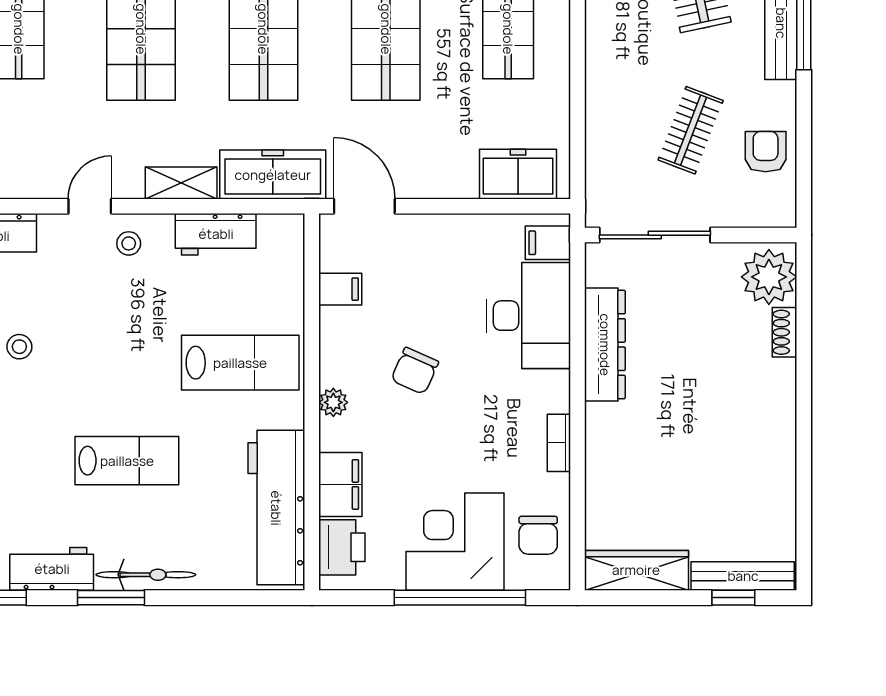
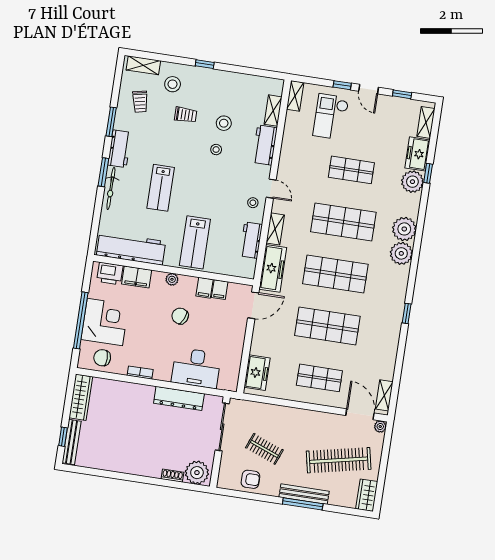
filing cabinet: (548, 243) -> (204, 288), moved, turned 180

